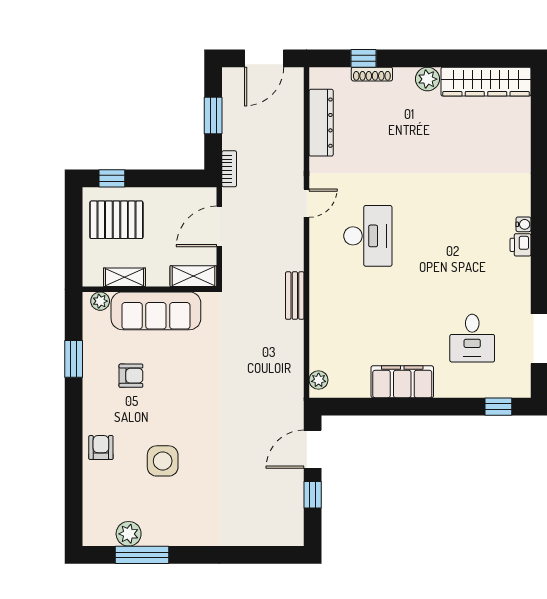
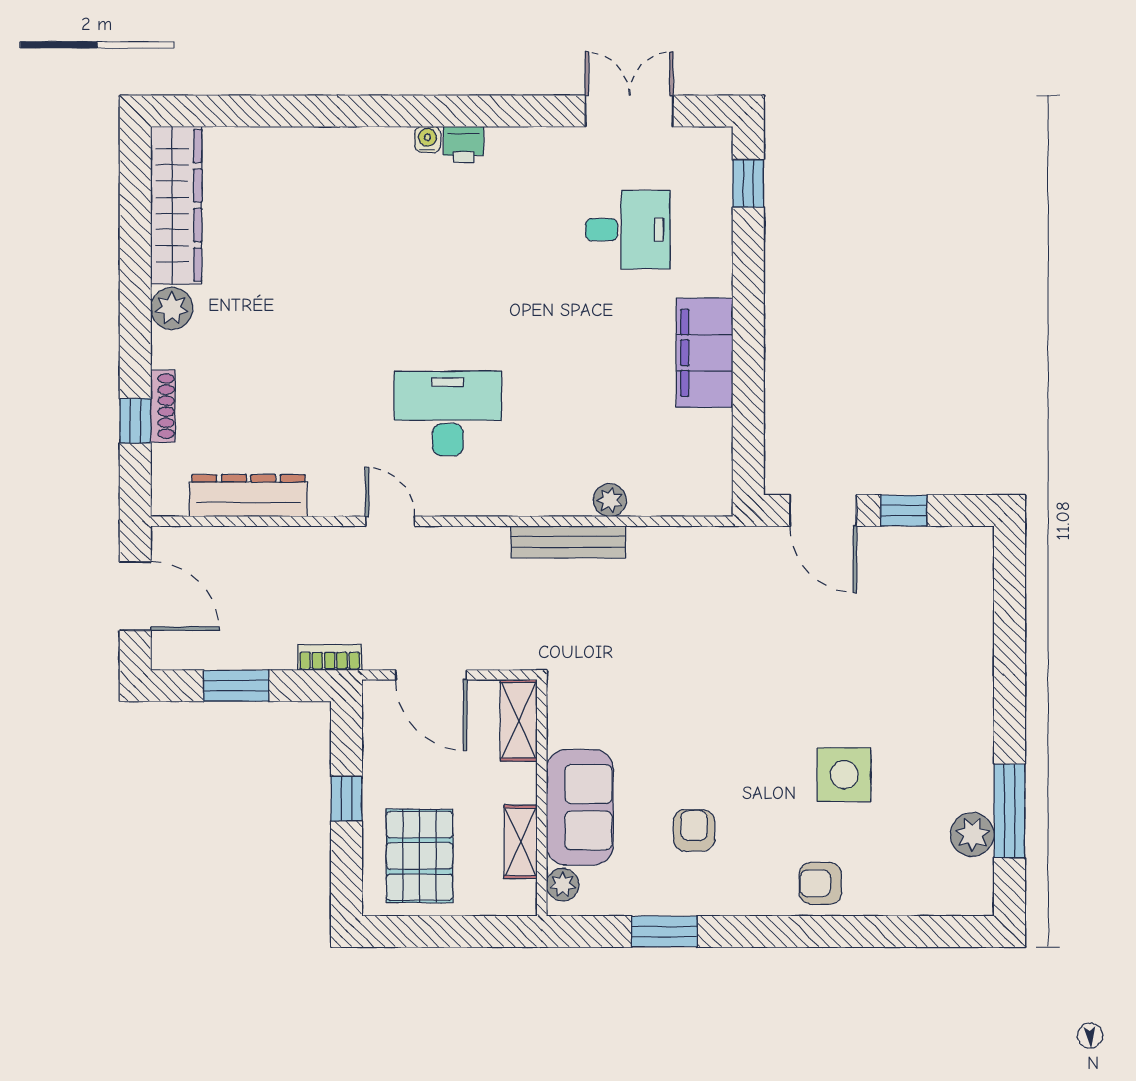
window: (112, 178) -> (347, 799), moved
bench: (295, 296) -> (568, 542), width x1.36
sofa: (156, 311) -> (580, 807), width x0.73
plant: (319, 380) -> (610, 500), moved

